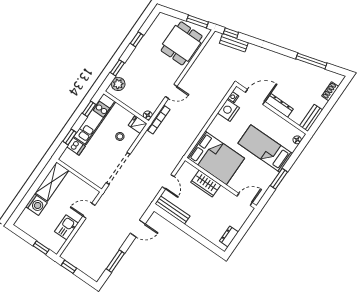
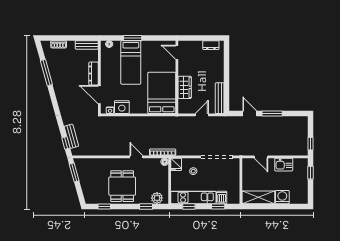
window: (137, 39) -> (104, 206), moved
dining table: (182, 43) -> (122, 186), moved, turned 90
window: (279, 179) -> (133, 38), moved
window: (115, 261) -> (272, 113), moved

